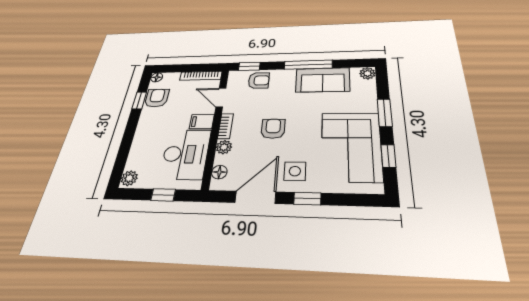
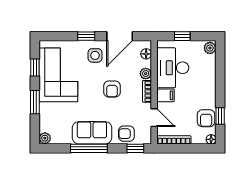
sofa: (323, 80) -> (92, 133), moved

